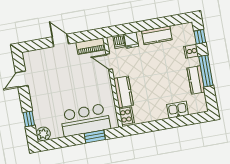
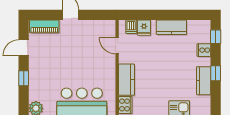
piano: (91, 46) -> (44, 26), moved
window: (206, 71) -> (216, 73), width x0.46
window: (29, 119) -> (24, 78), moved

